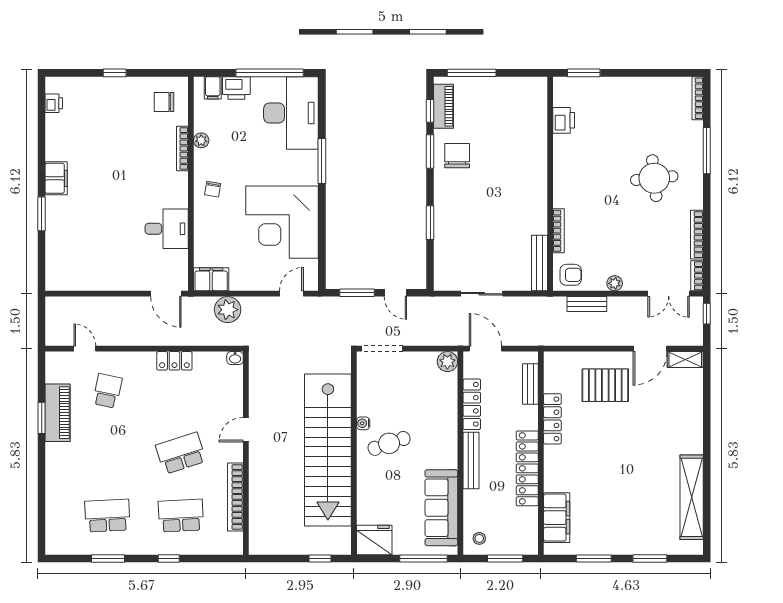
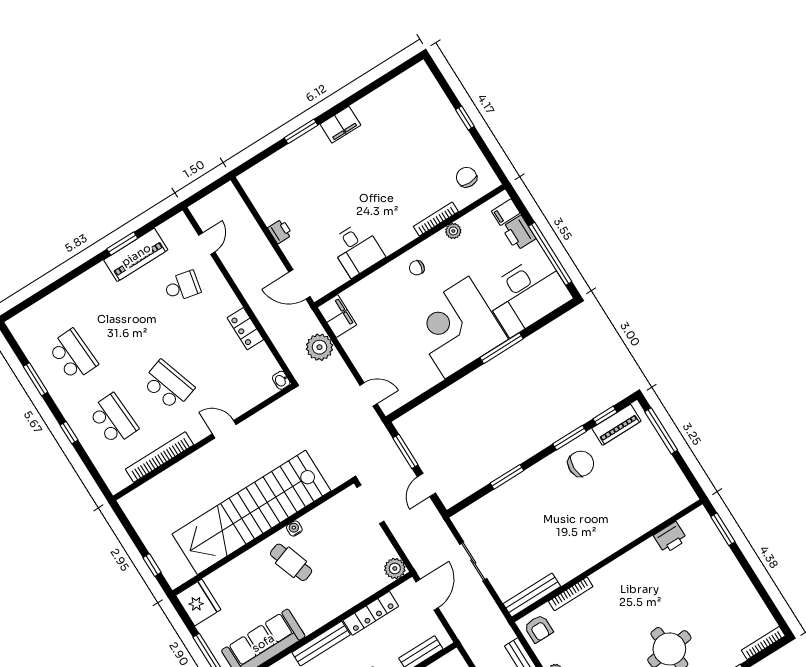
printer: (54, 103) -> (280, 231), moved, turned -90
corner desk: (282, 222) -> (457, 328), moved
door: (166, 294) -> (299, 284), hinge flipped

